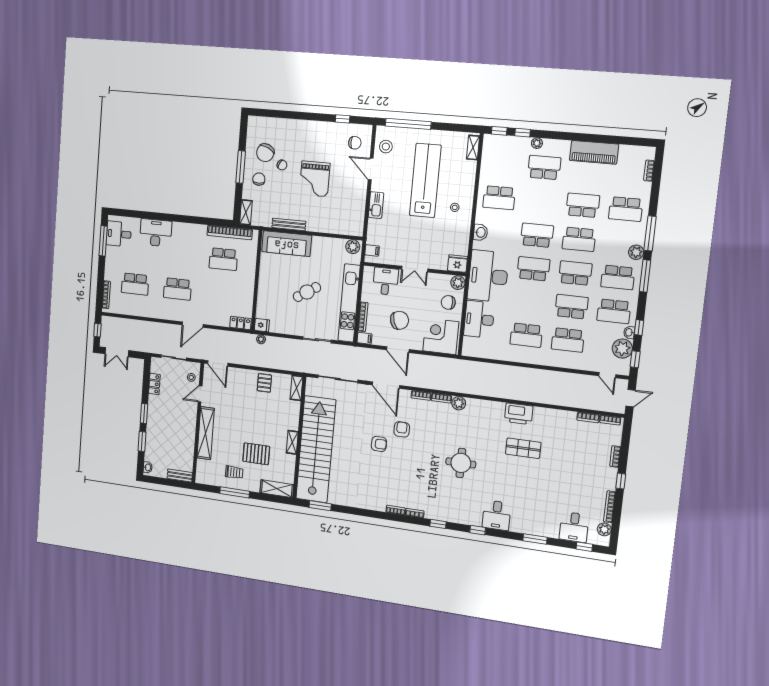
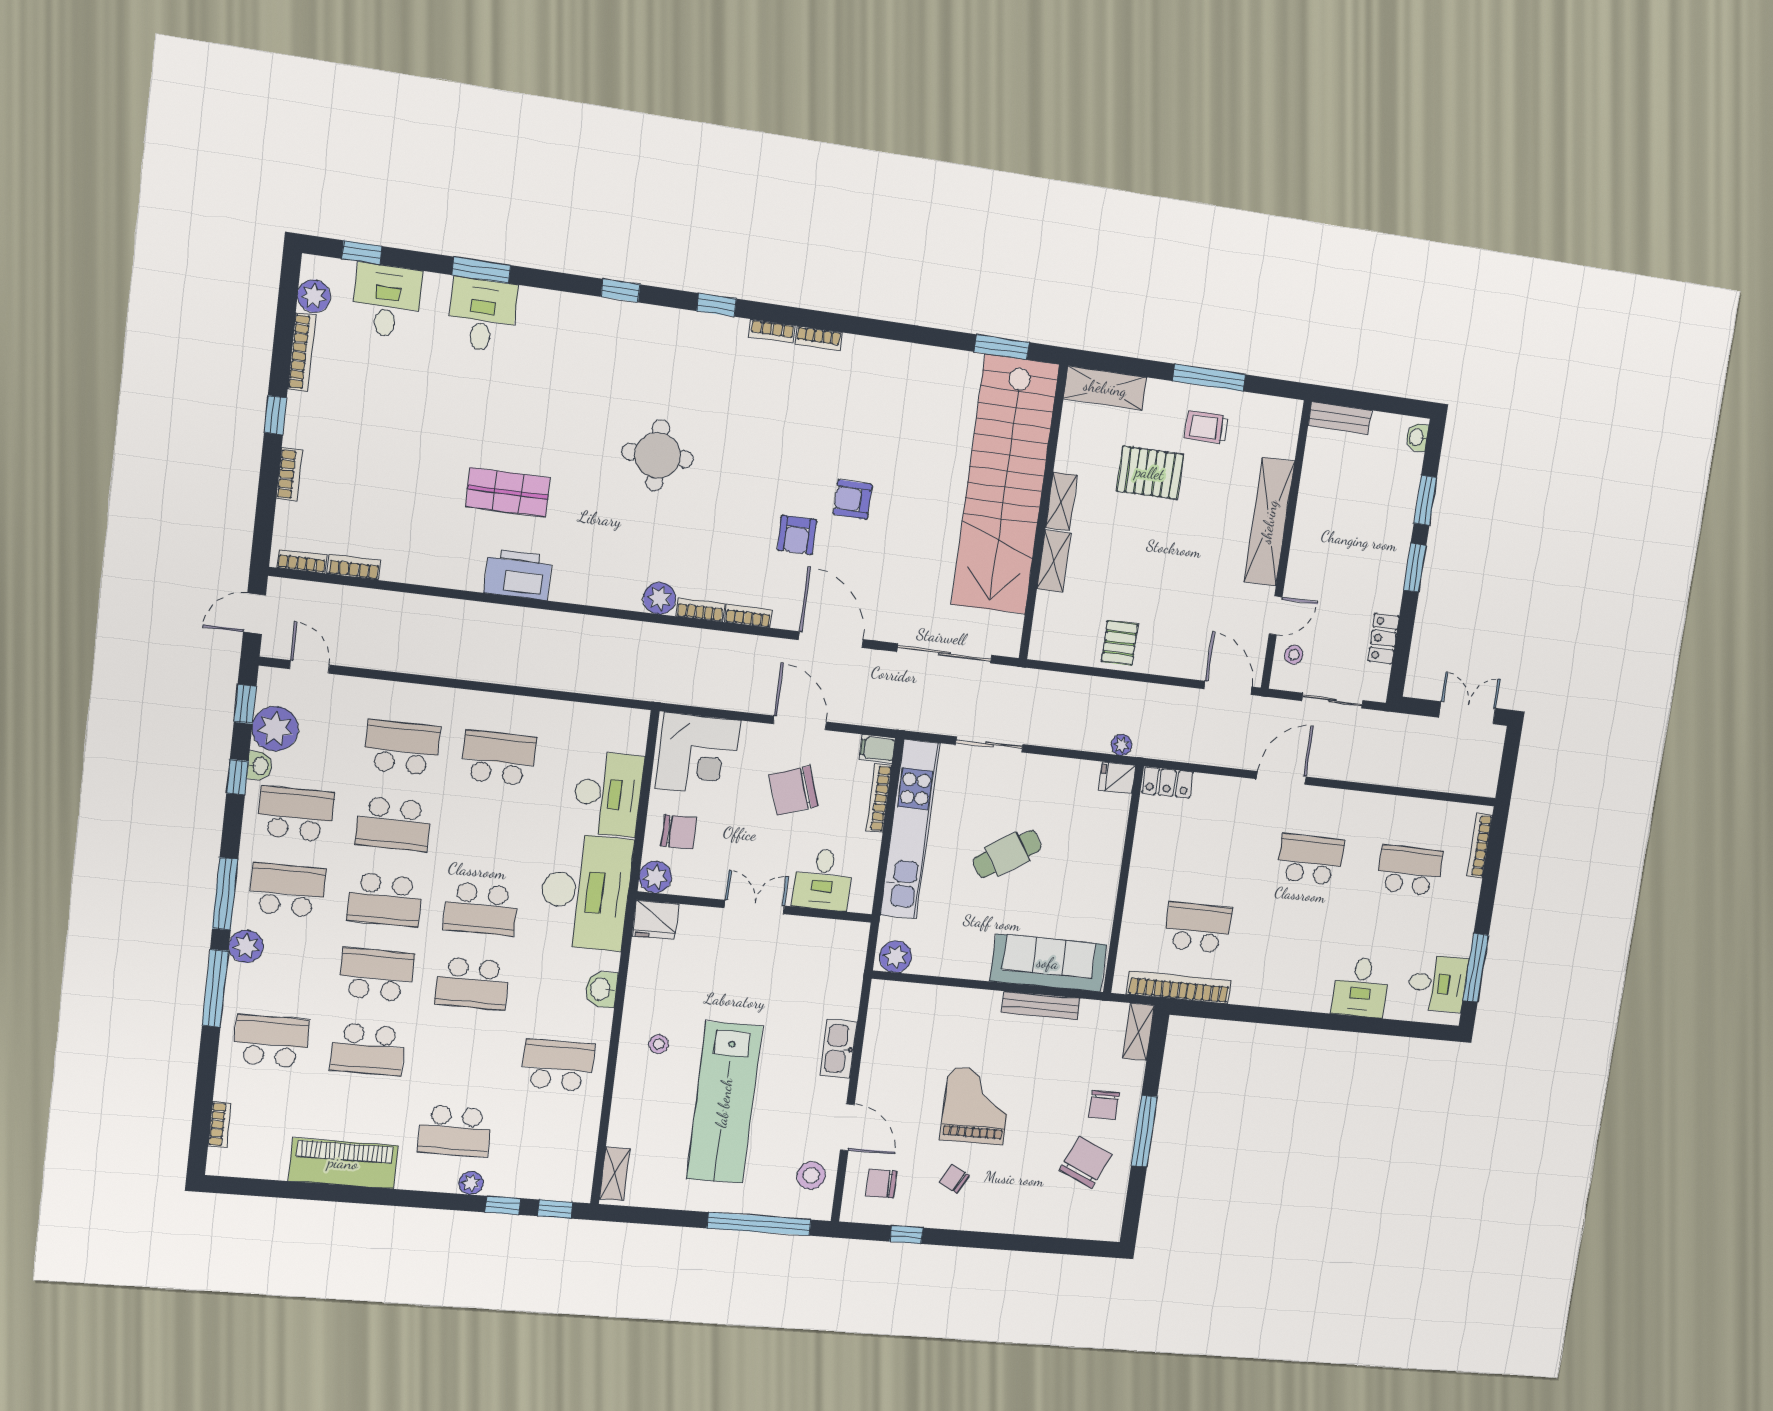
chair: (282, 165) -> (954, 1179), moved
desk: (156, 233) -> (1361, 987), width x0.73
filing cabinet: (372, 250) -> (851, 948), removed
window: (97, 330) -> (1509, 764), removed
shelving: (296, 388) -> (1054, 561), moved
desk: (497, 515) -> (482, 315), moved

